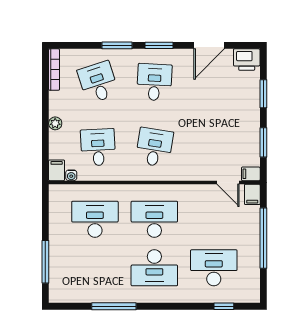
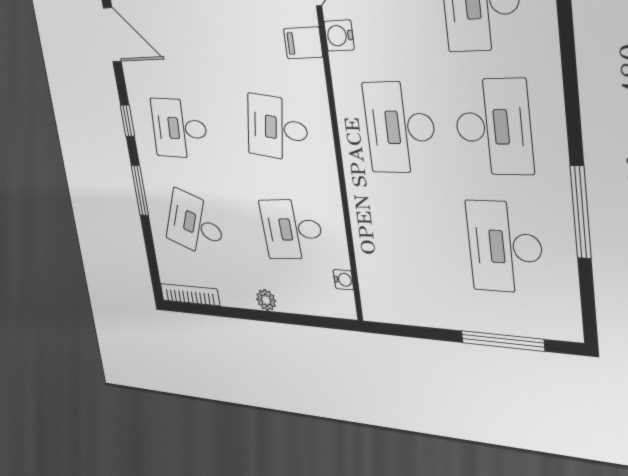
window: (159, 45) -> (127, 121), width x0.67
desk: (98, 82) -> (195, 224), turned 39
filing cabinet: (57, 170) -> (303, 43), moved
water cooler: (201, 192) -> (339, 36), added
desk: (95, 219) -> (505, 247), moved

